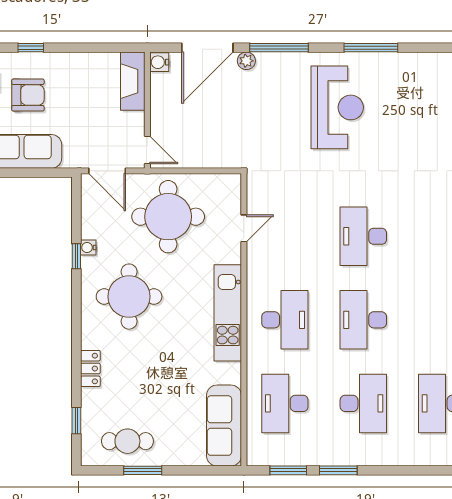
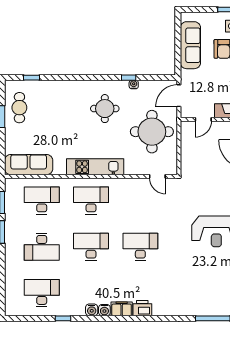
door: (147, 150) -> (203, 119), moved
door: (244, 228) -> (157, 176), moved
round table: (129, 297) -> (105, 109), width x0.73, depth x0.73
desk: (285, 320) -> (91, 201), turned 180
locker: (90, 369) -> (62, 86), removed

